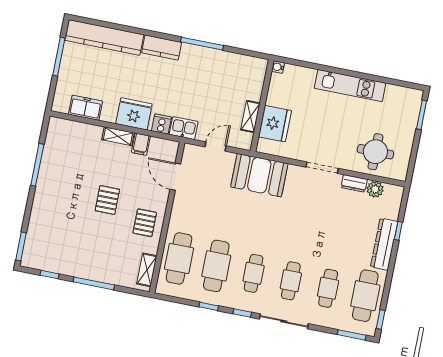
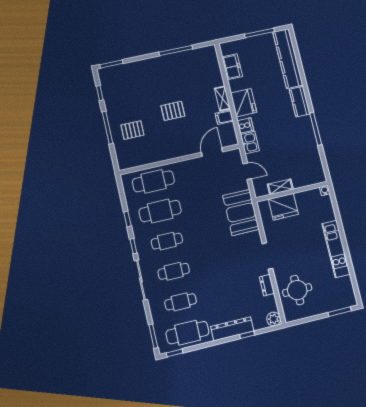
plant: (375, 189) -> (274, 319), moved
pallet: (145, 223) -> (132, 130), moved
shelving: (147, 270) -> (135, 162), removed

